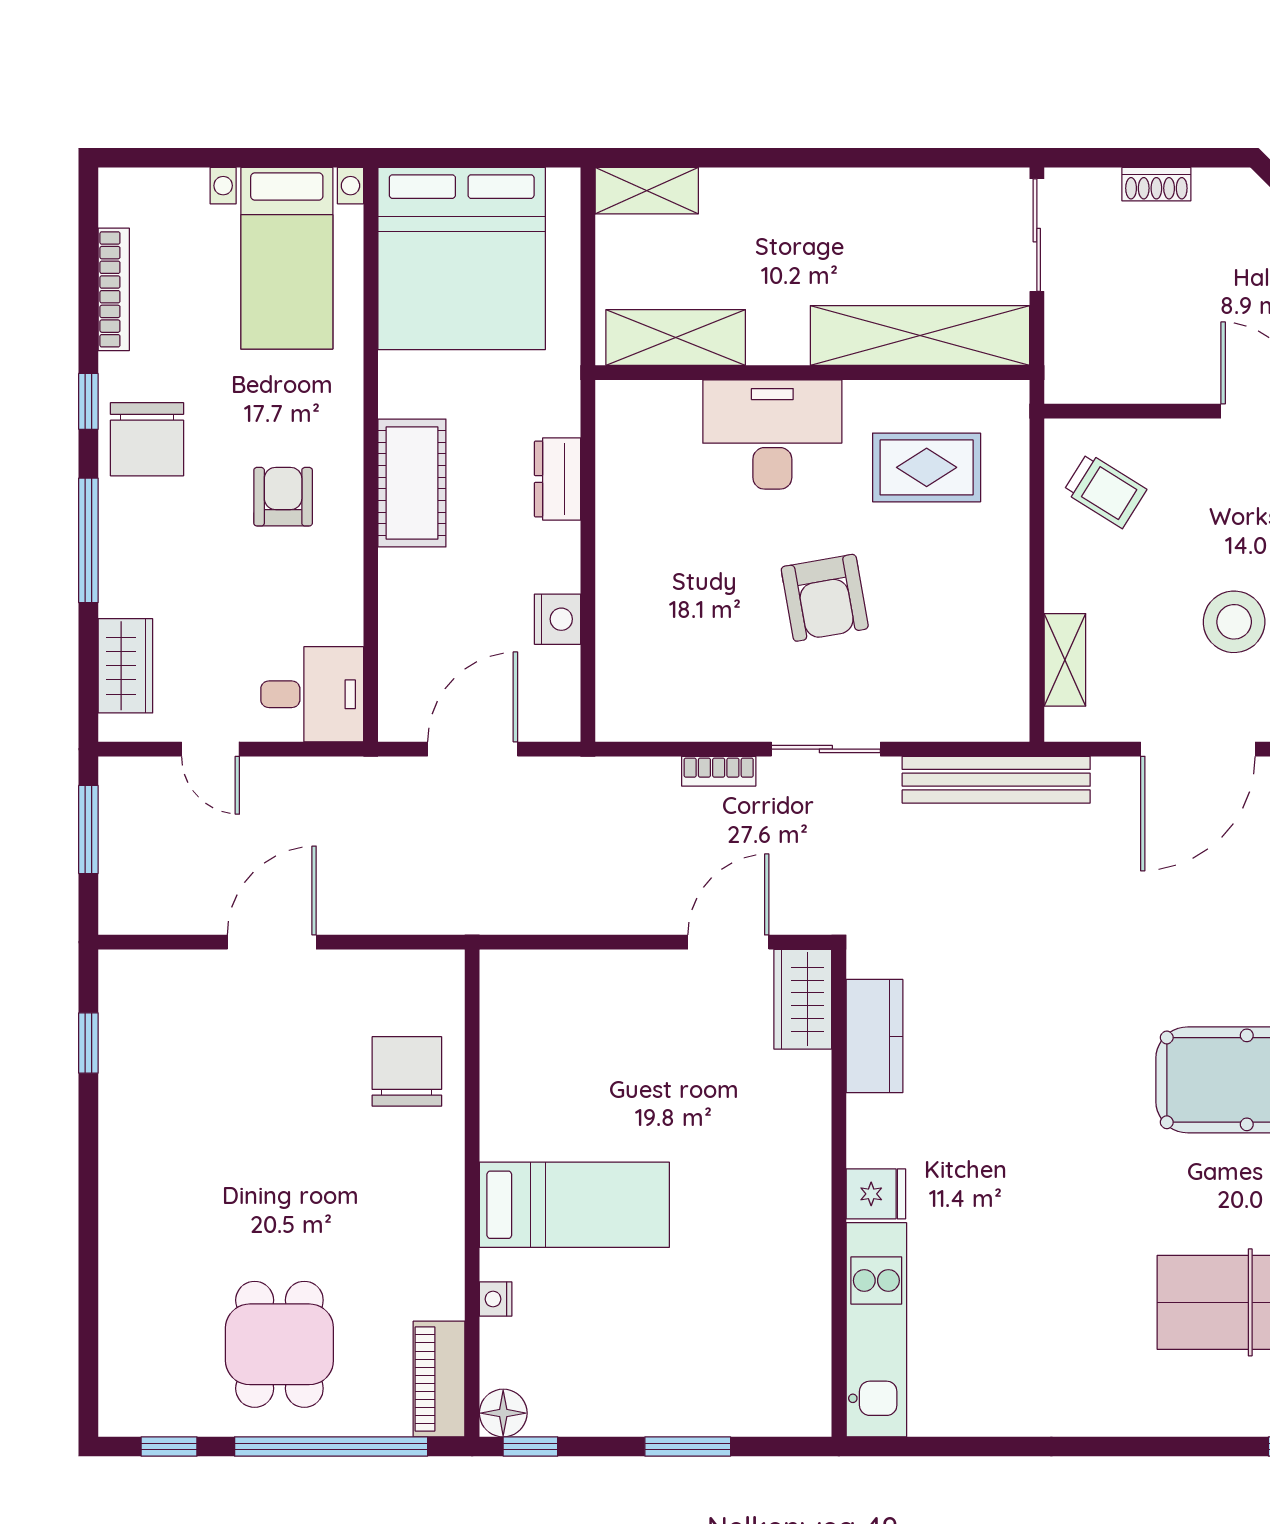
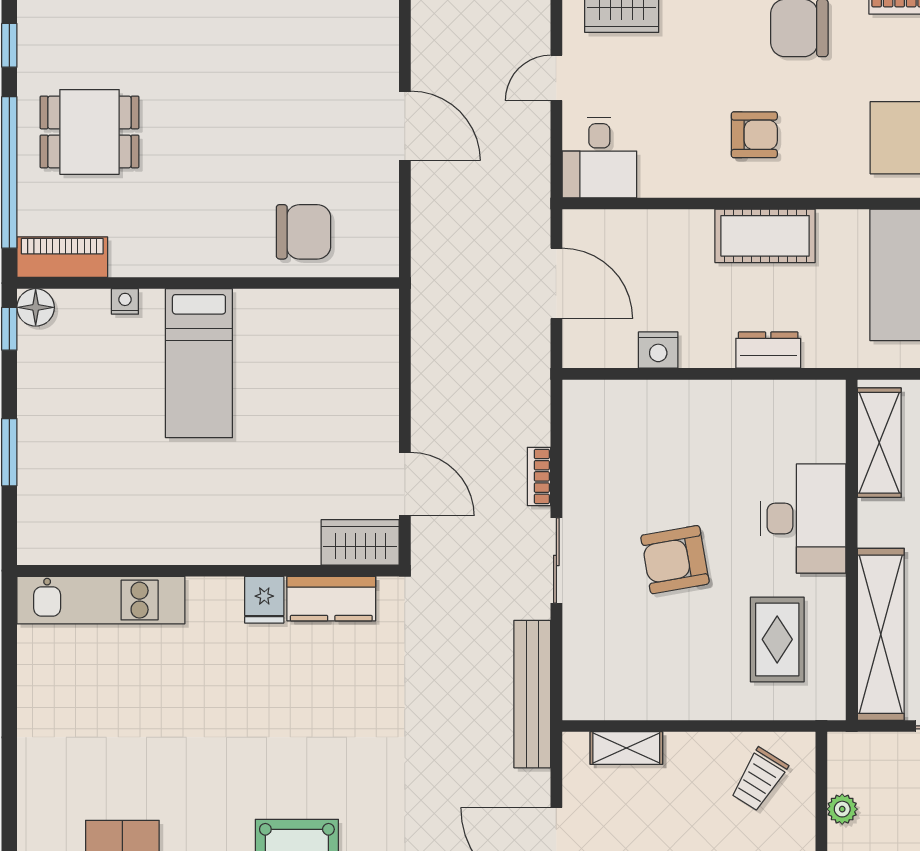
plant: (1143, 385) -> (842, 809), added
fridge: (876, 1194) -> (264, 600), moved

